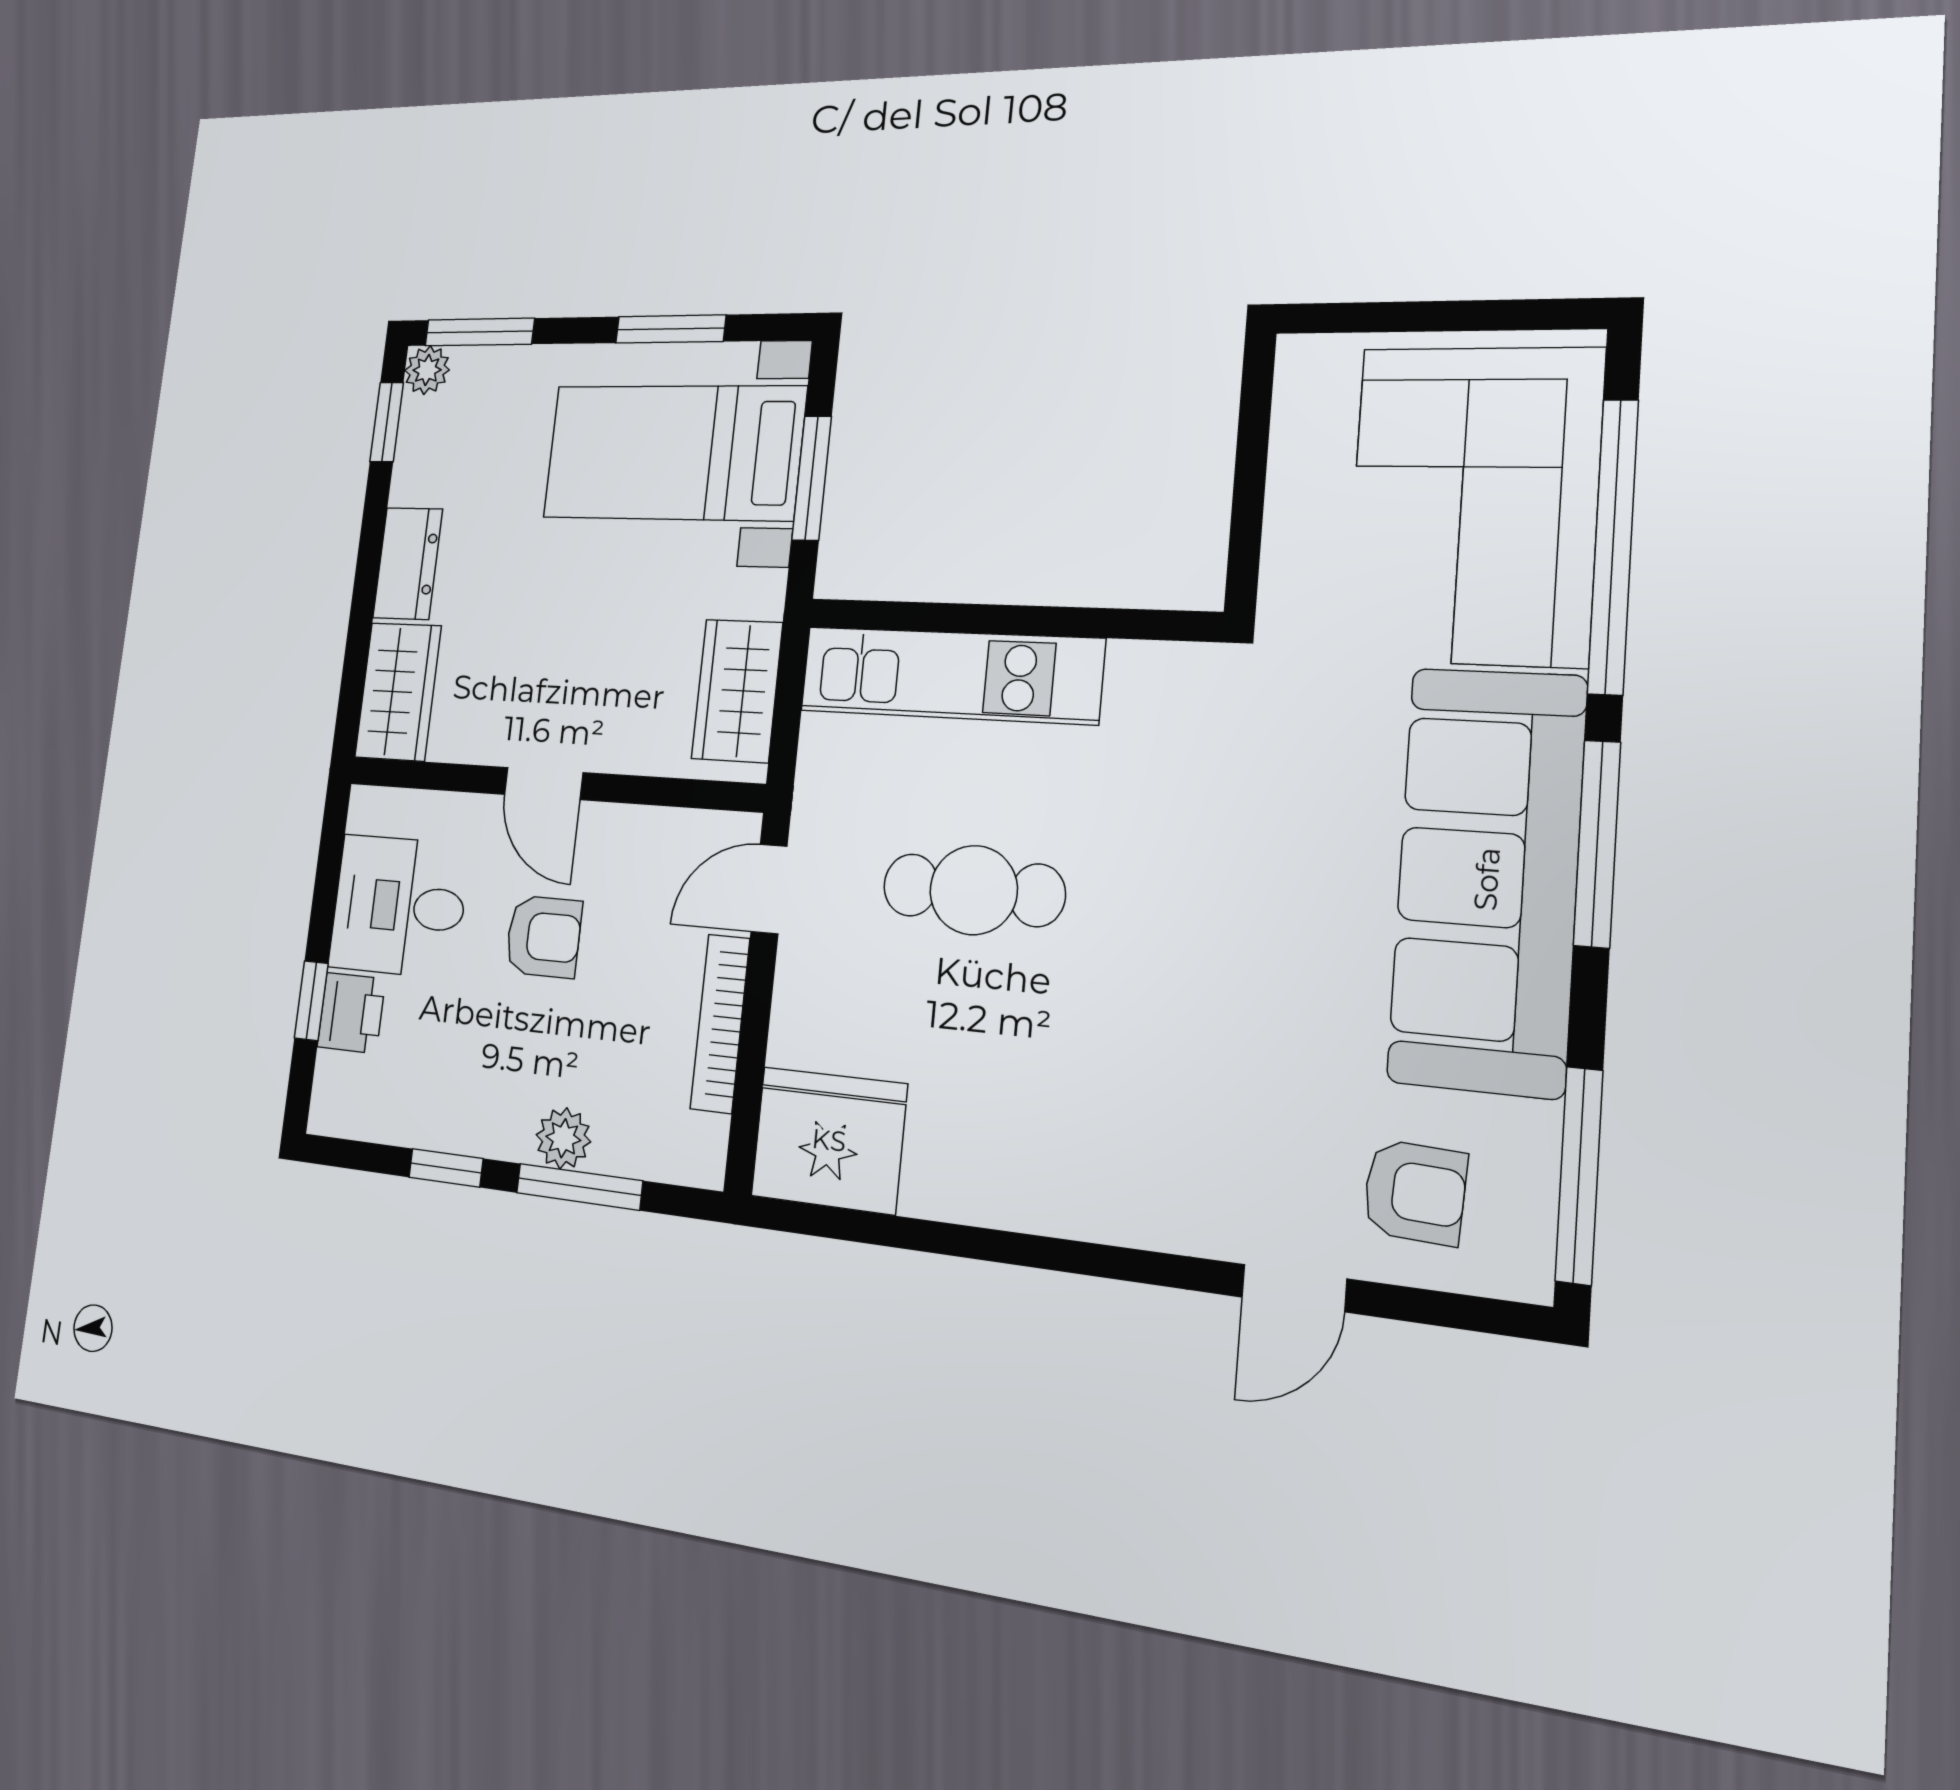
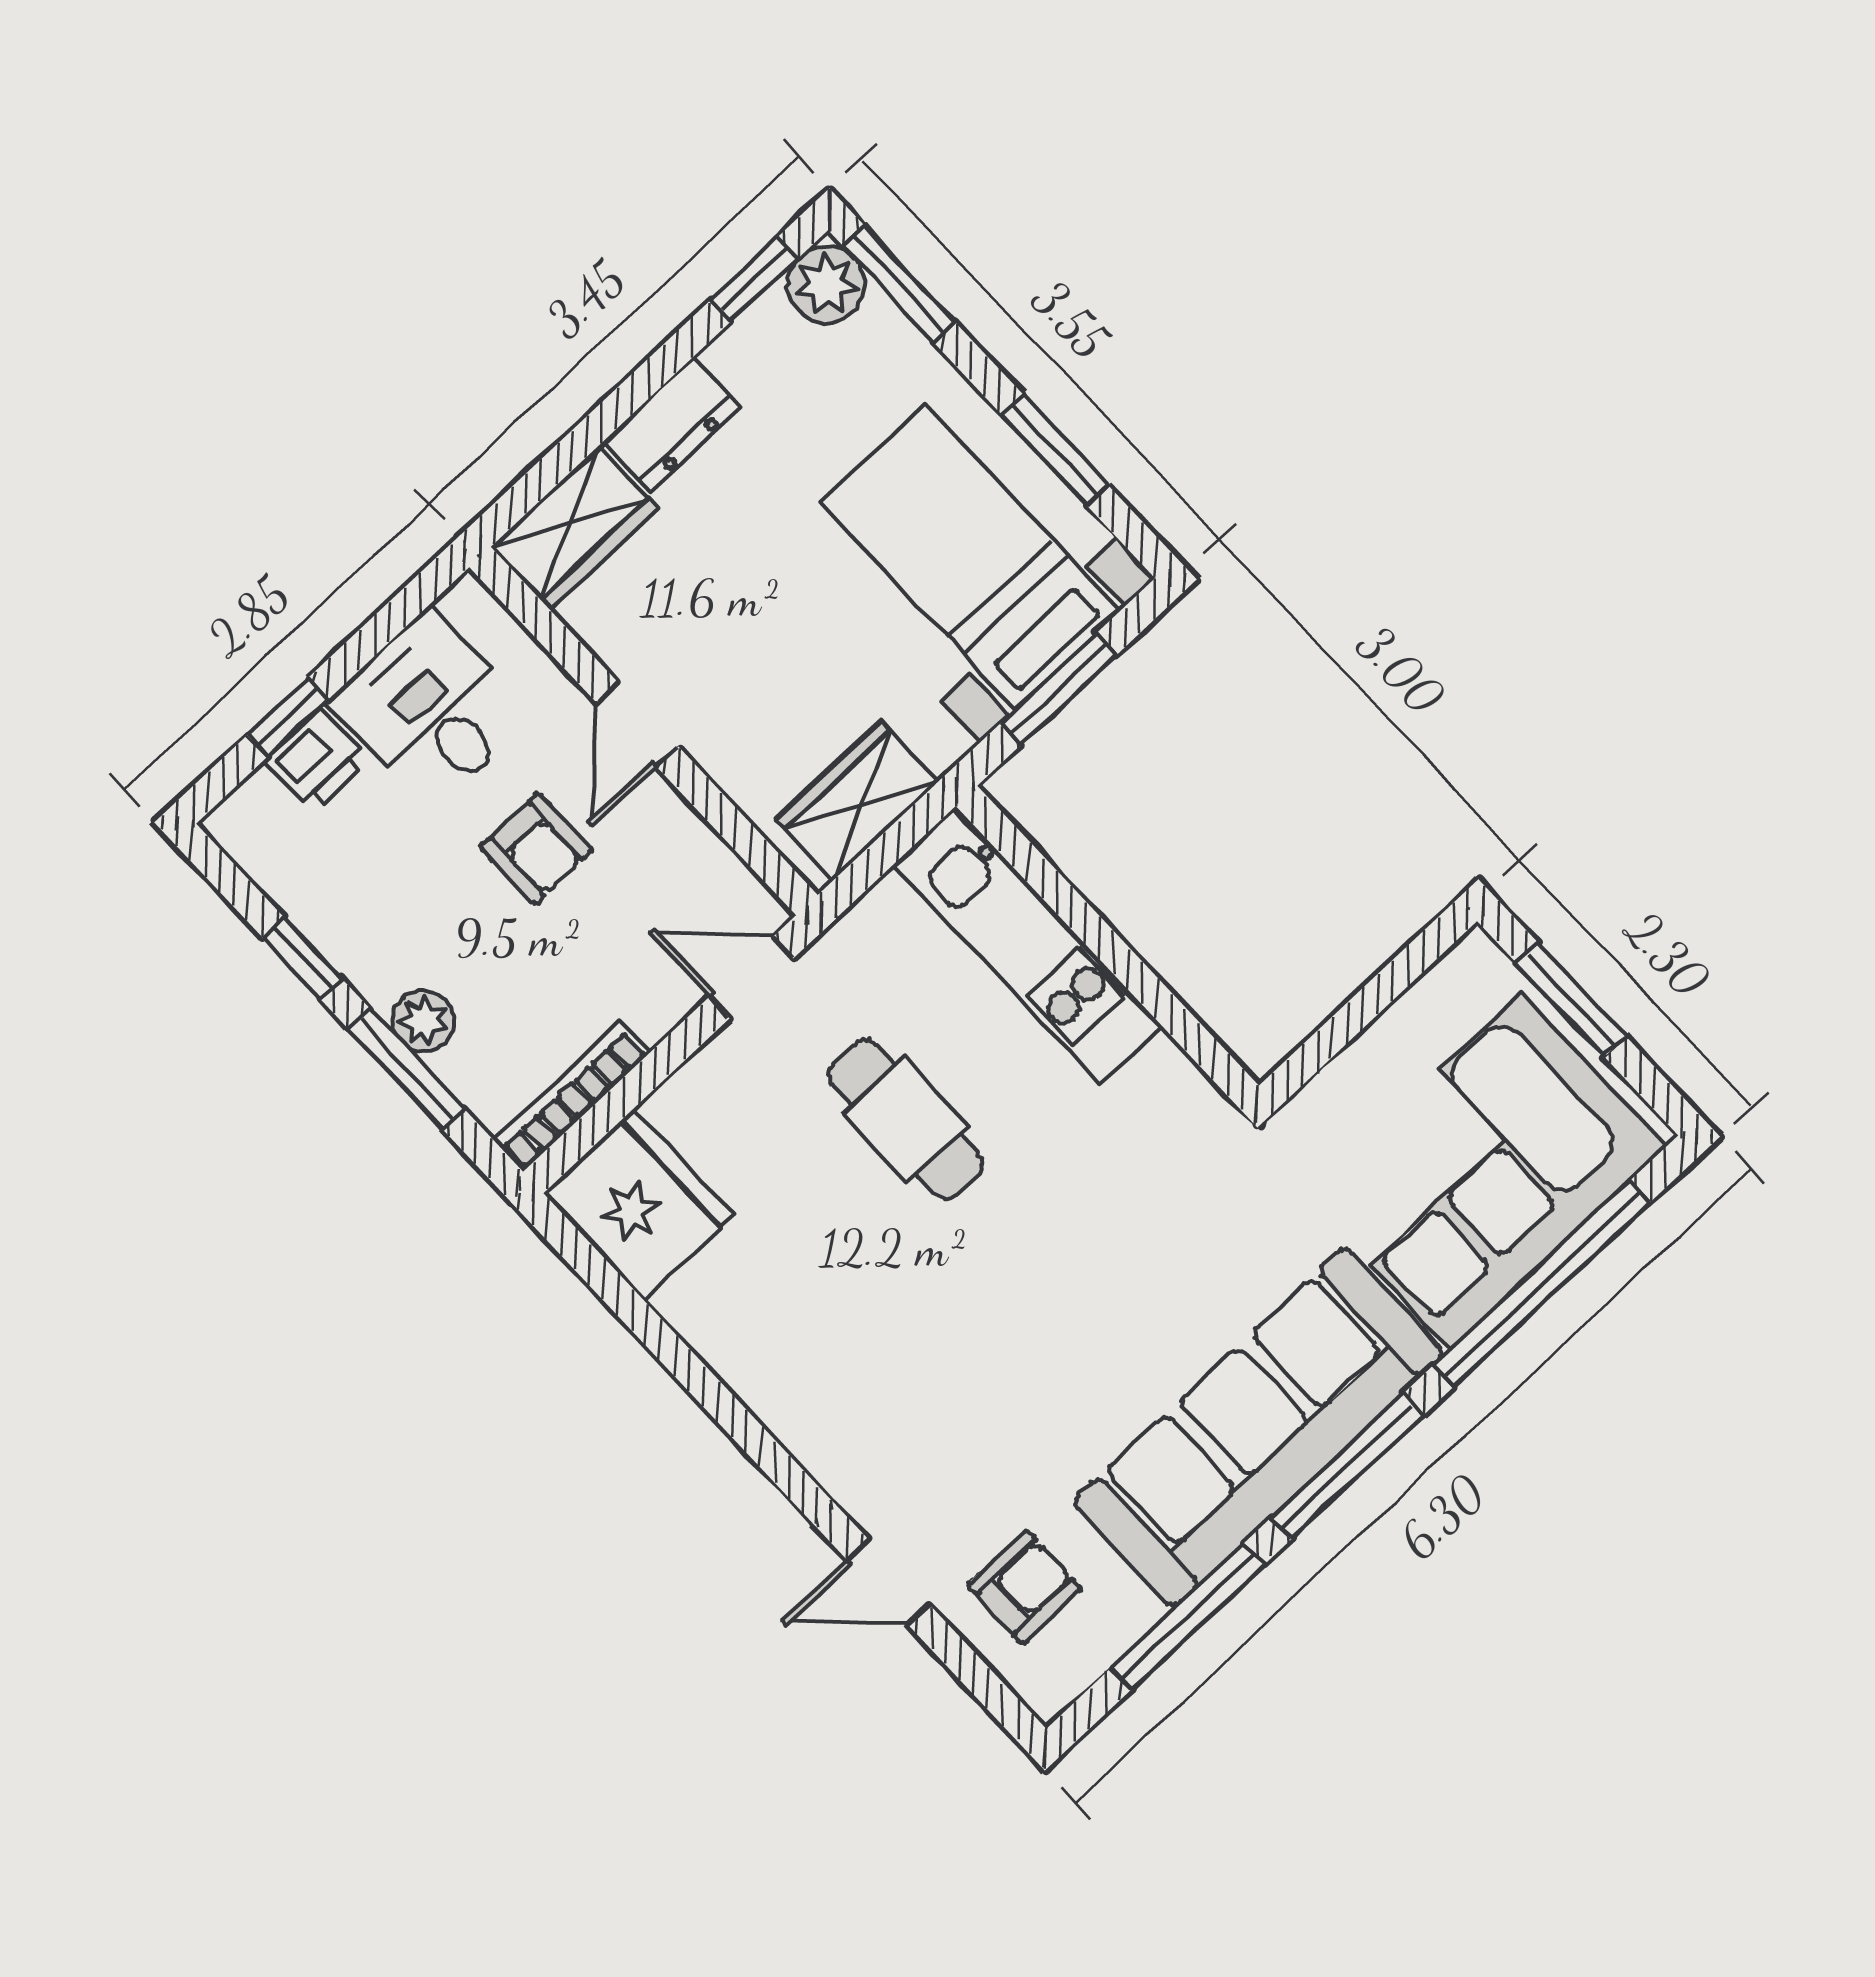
window: (1410, 317) -> (1571, 1000), added
plant: (427, 370) -> (826, 284), width x1.38, depth x1.38
bookcase: (720, 1023) -> (571, 1096), moved
window: (1579, 1175) -> (1188, 1616), moved
armchair: (1415, 1192) -> (1024, 1587), turned -93

